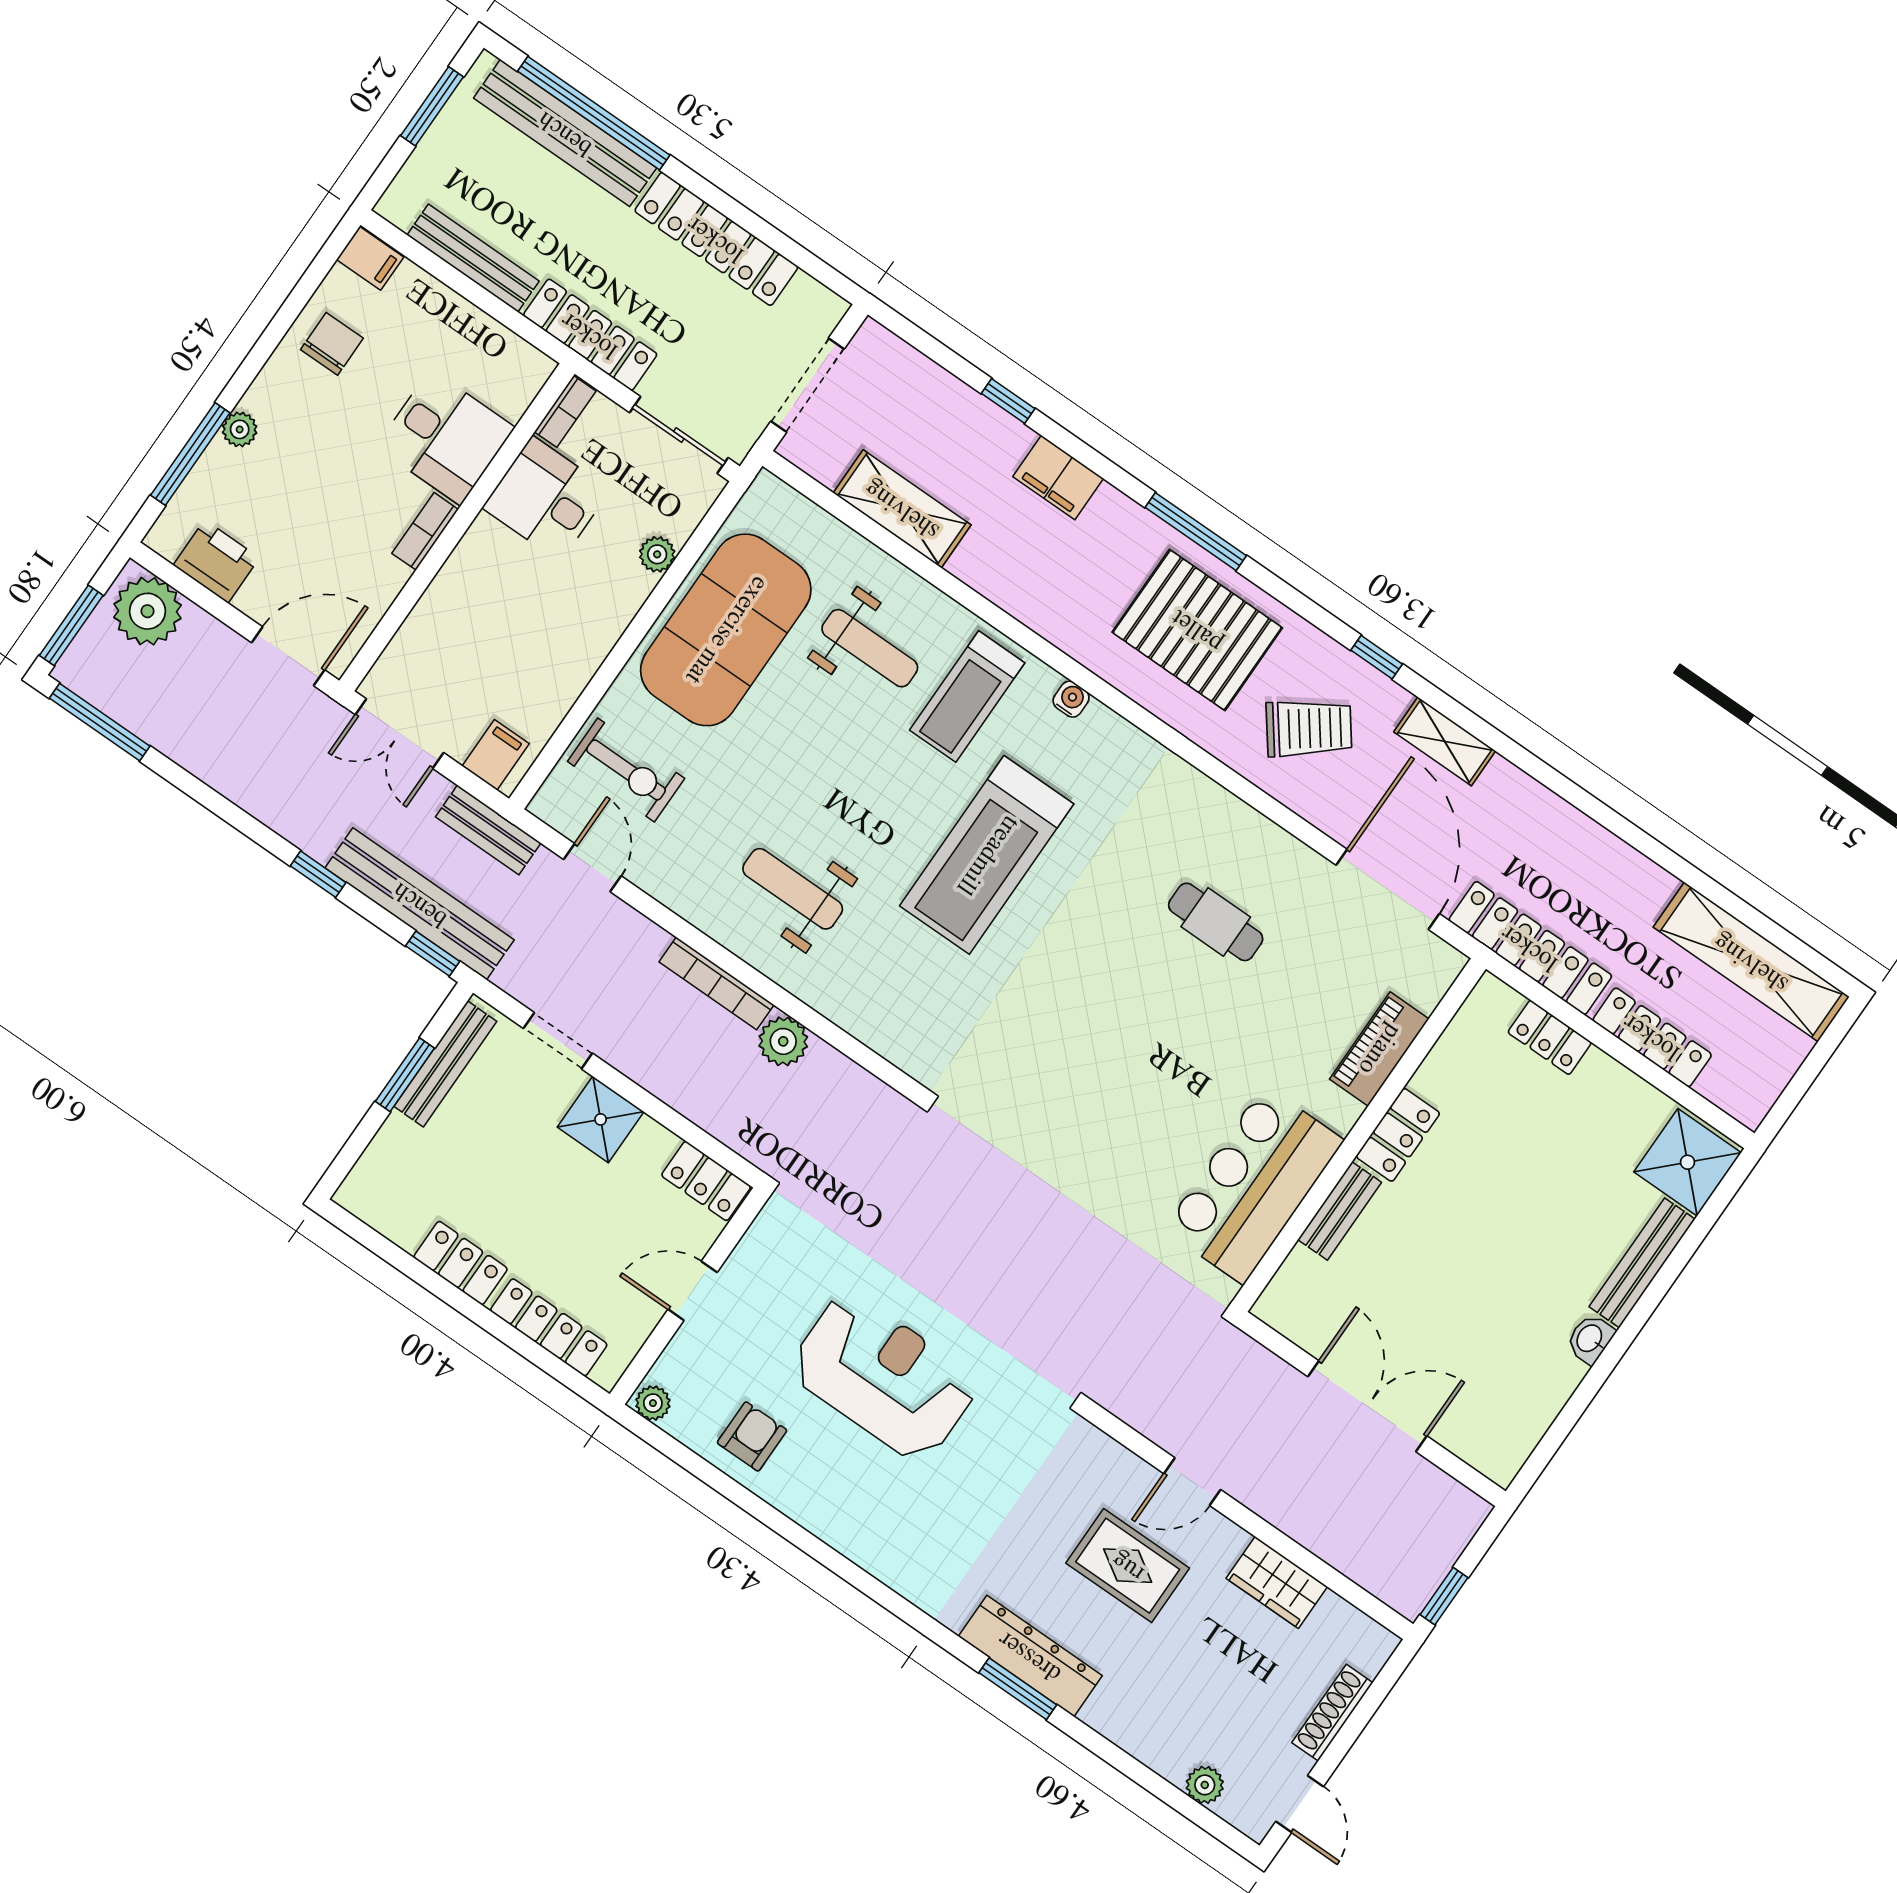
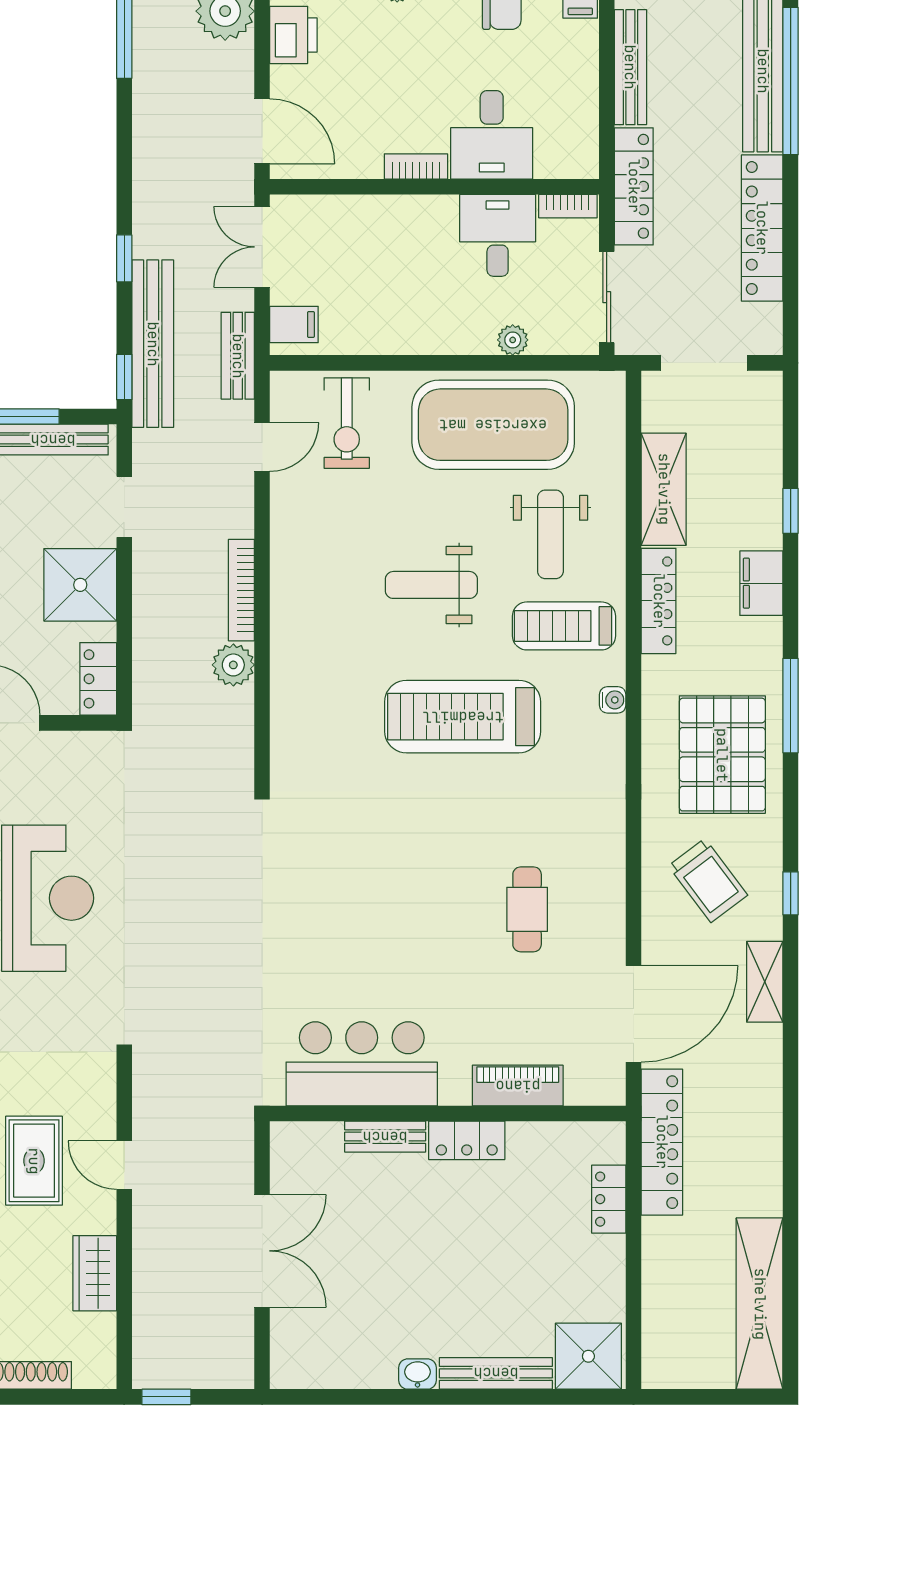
weight bench: (793, 889) -> (431, 585), moved, turned -90
locker: (1652, 1037) -> (659, 601), moved
shower: (601, 1119) -> (80, 585), width x1.36, depth x1.36

